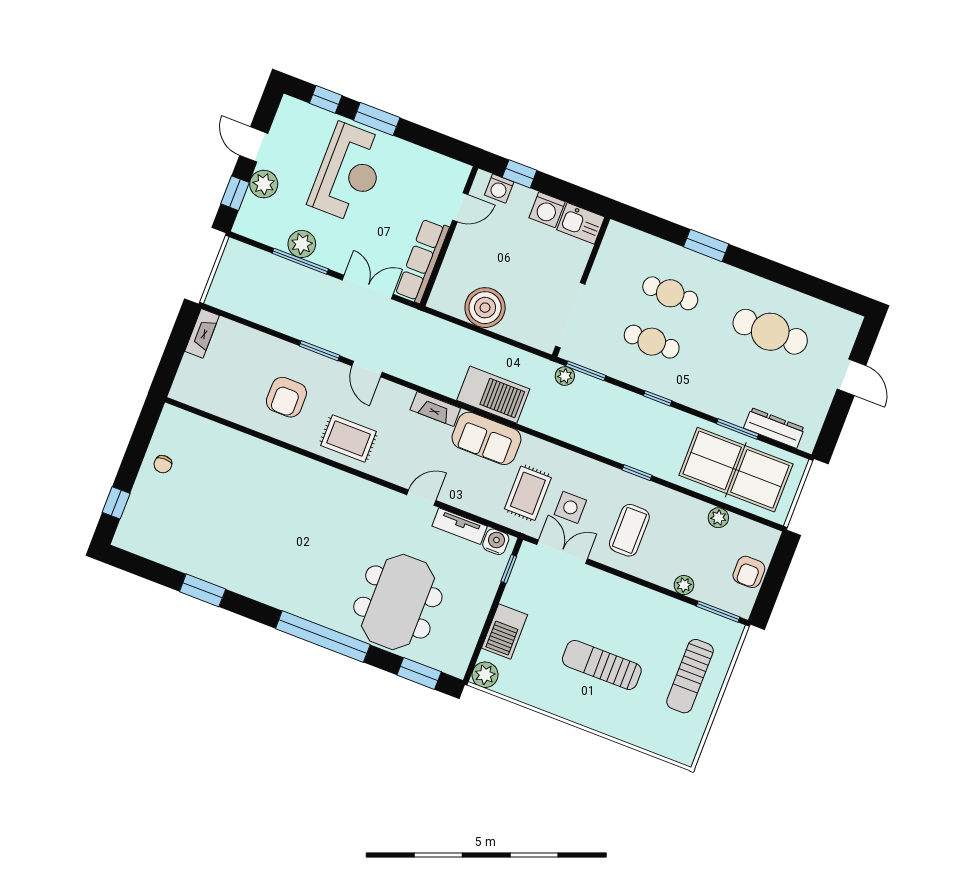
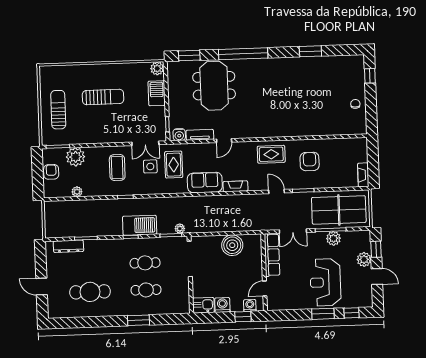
barbecue: (493, 395) -> (140, 225), moved, turned 180
table tennis table: (736, 470) -> (339, 210), moved
plant: (684, 585) -> (76, 157), width x1.87, depth x1.87

